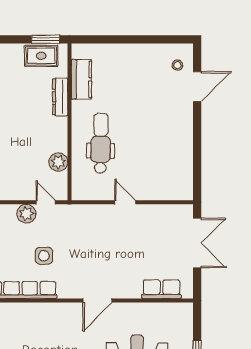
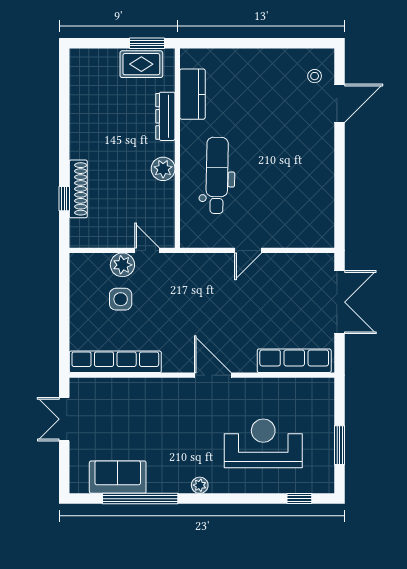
plant: (58, 162) -> (163, 169), moved
door: (125, 202) -> (248, 250), swing flipped
side table: (44, 256) -> (121, 299), moved
row of seats: (161, 289) -> (294, 361), width x1.48
door: (97, 300) -> (213, 375), swing flipped

